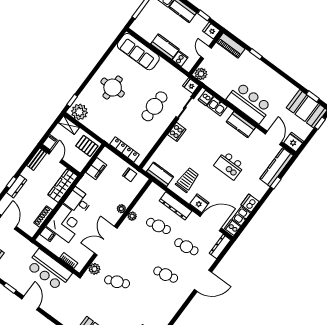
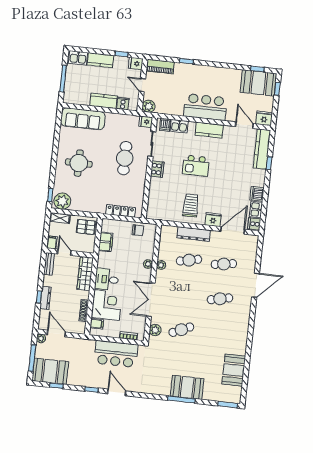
kitchen island: (229, 166) -> (196, 166), moved
kitchen counter: (160, 174) -> (164, 214), removed
dresser: (220, 247) -> (253, 247), removed

